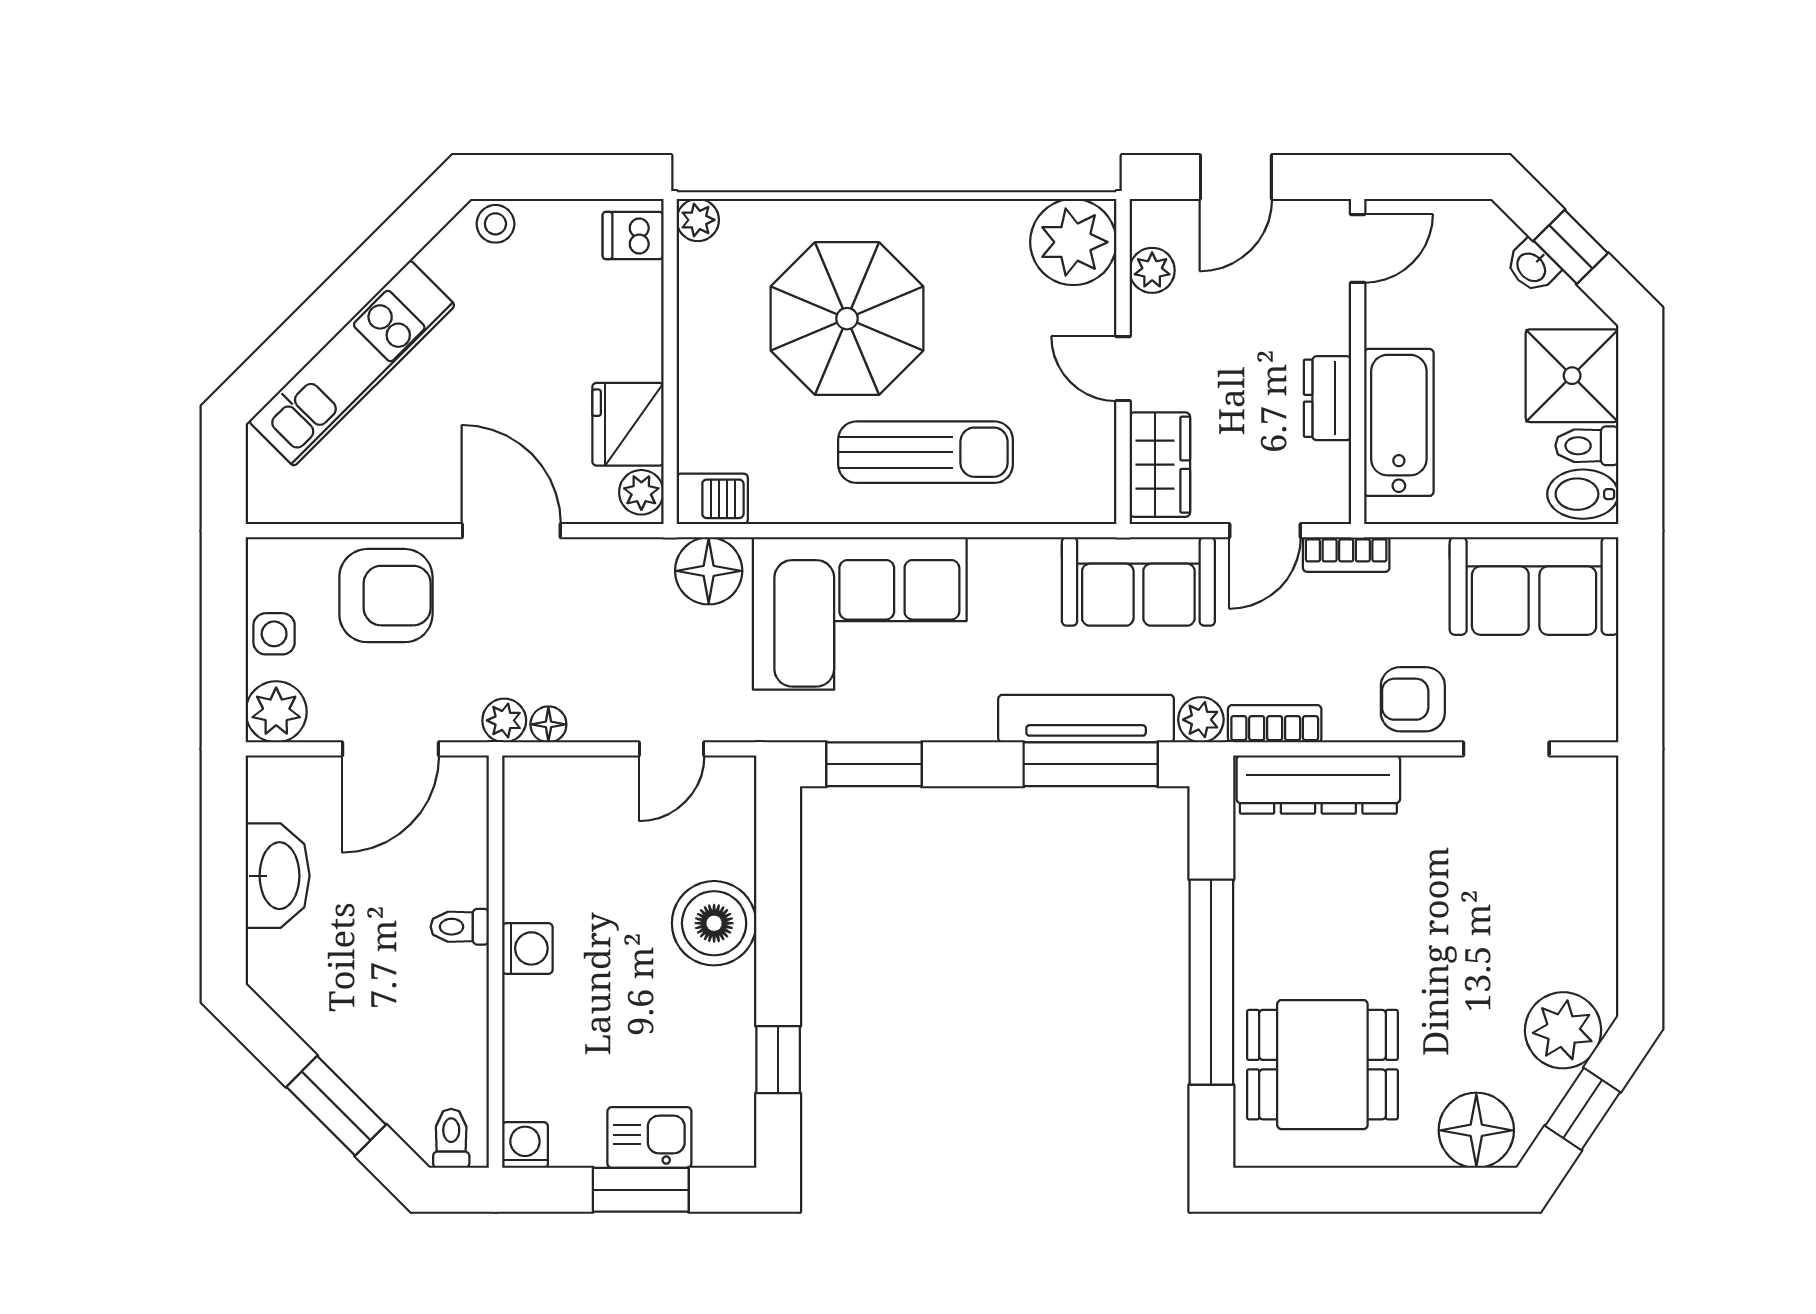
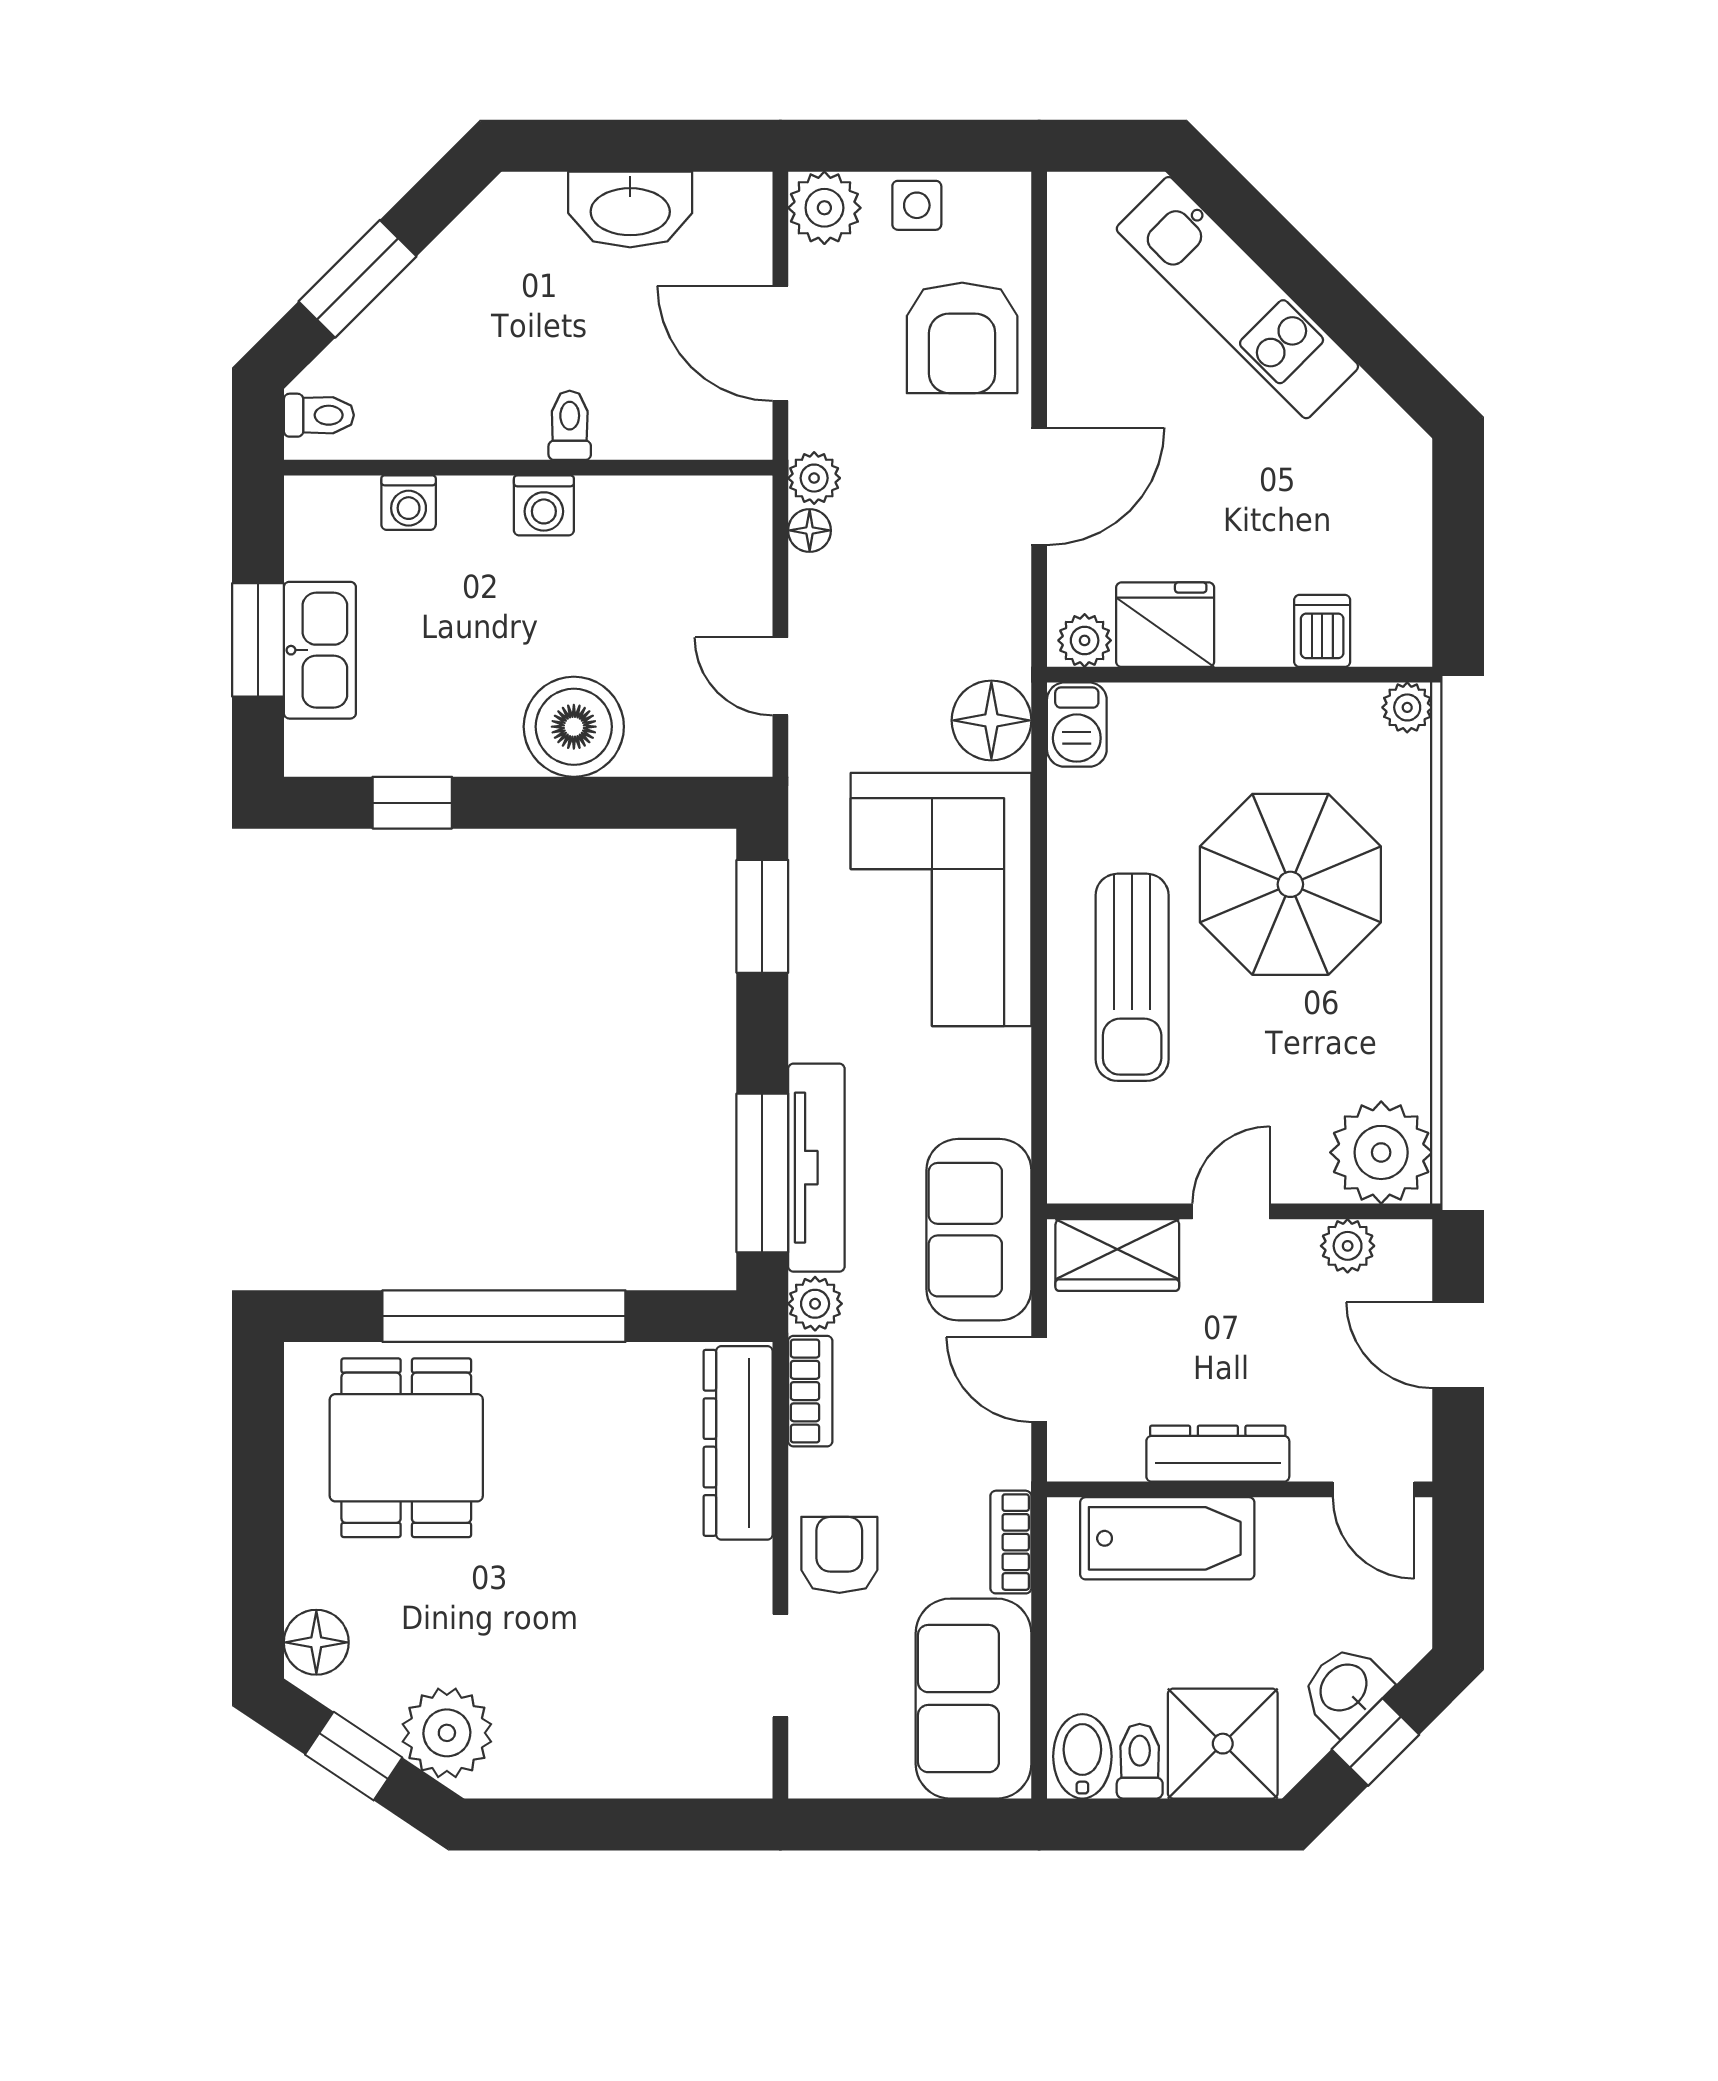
stool: (495, 224) -> (1403, 468), removed
dishwasher: (633, 236) -> (1322, 631), moved
washbasin: (1532, 266) -> (1345, 1689), width x1.38, depth x1.45
dresser: (1327, 398) -> (1218, 1454), width x1.44
bookcase: (1346, 555) -> (1011, 1542), moved
floor lamp: (1476, 1130) -> (316, 1642), width x0.73, depth x0.73
kitchen sink: (649, 1138) -> (320, 650), width x1.38
washing machine: (525, 1145) -> (409, 503), moved, turned 90

